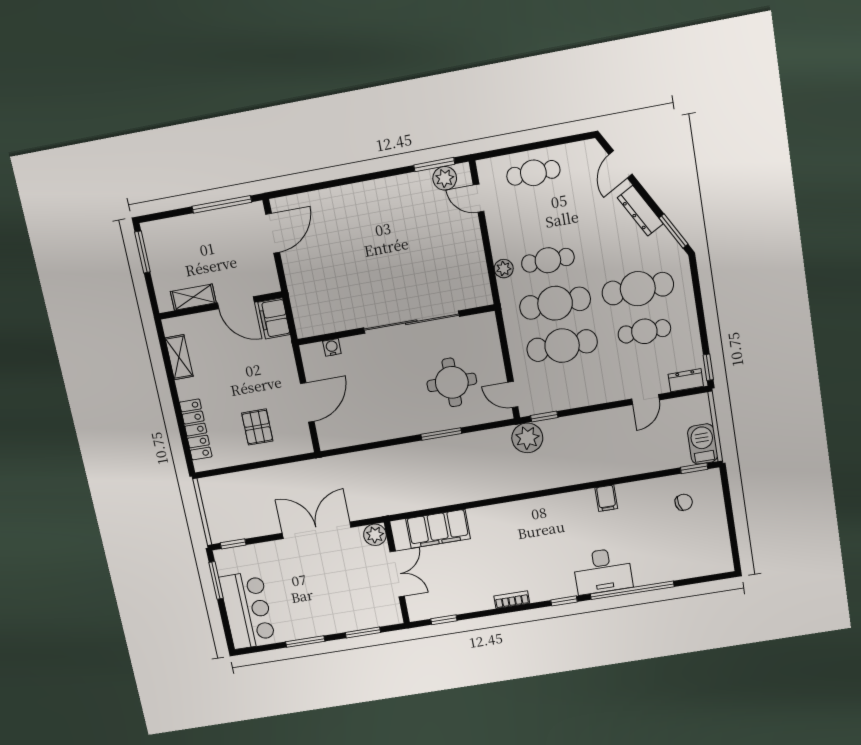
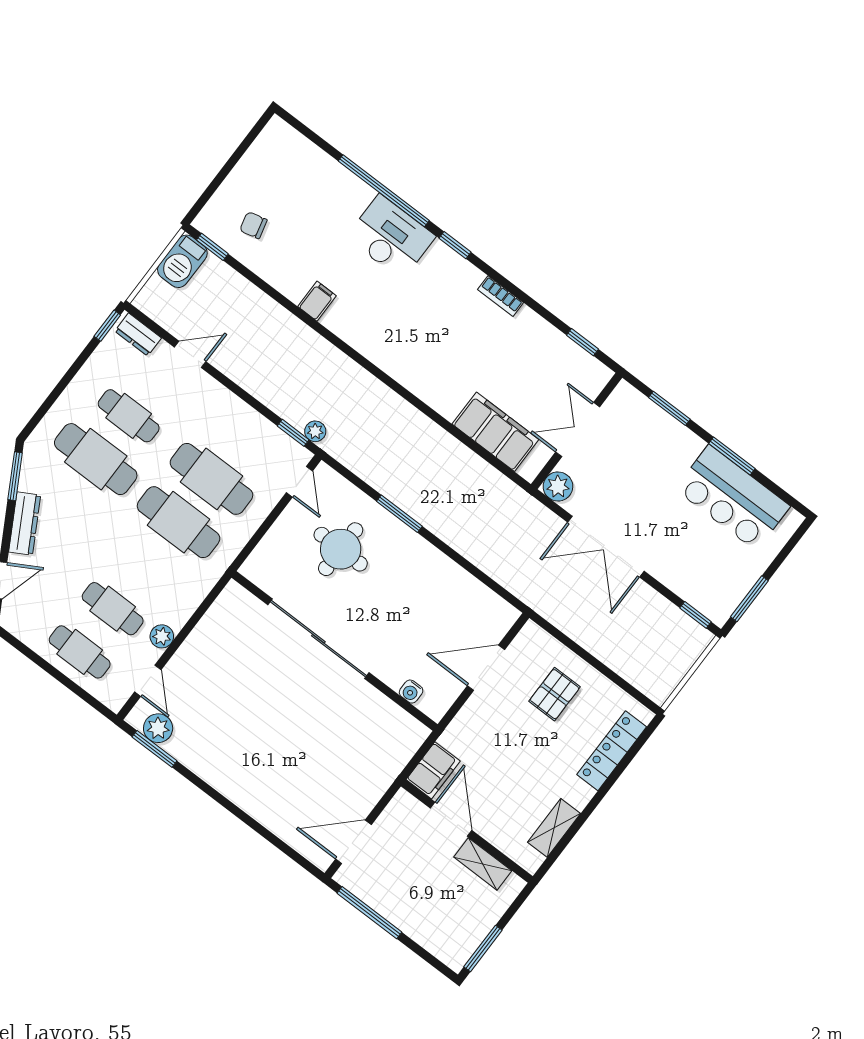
cafe table: (548, 260) -> (113, 609), moved
plant: (504, 269) -> (162, 636), moved
plant: (527, 438) -> (315, 431), width x0.53, depth x0.53
bar counter: (247, 610) -> (733, 498), moved, turned -90

